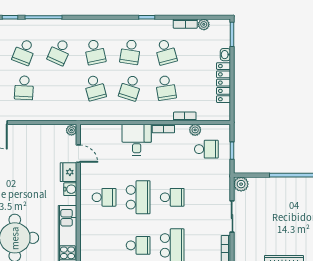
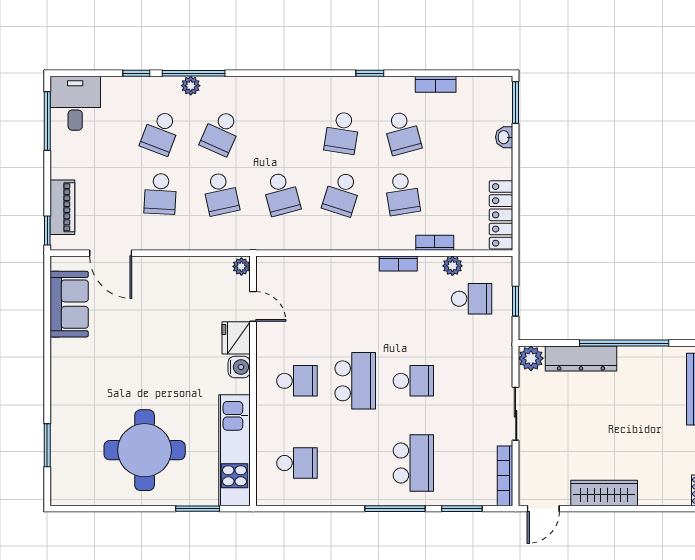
plant: (204, 24) -> (191, 86), moved
school desk: (95, 52) -> (221, 194), moved
locker: (224, 83) -> (501, 215), moved
desk: (137, 140) -> (353, 283), removed
dresser: (270, 184) -> (581, 359), added
school desk: (138, 245) -> (297, 463), moved

